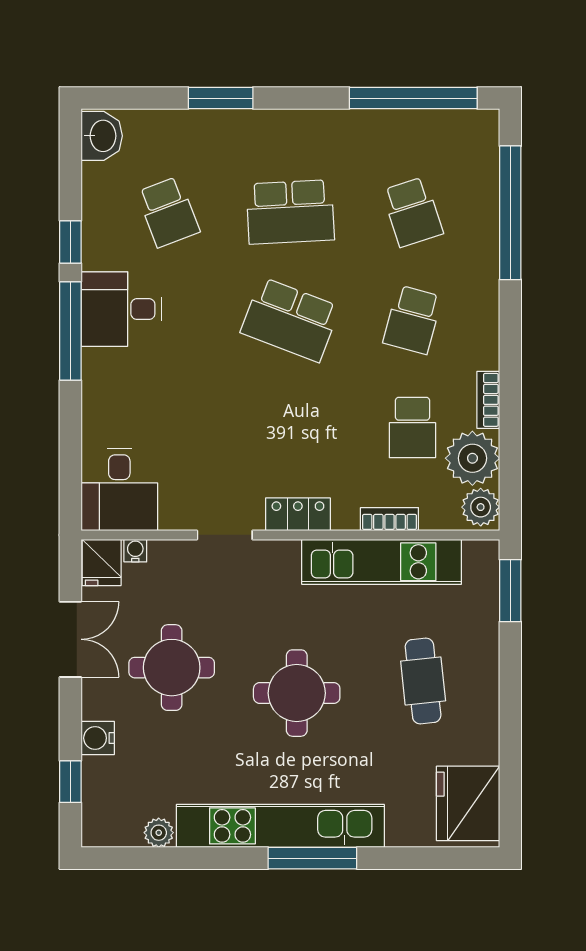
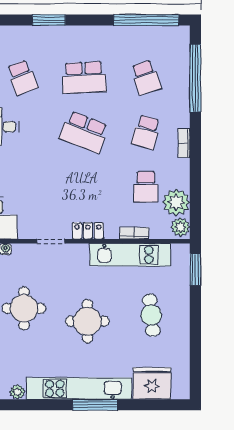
bookcase: (488, 400) -> (184, 143), moved
fridge: (468, 803) -> (152, 383), moved, turned 90

